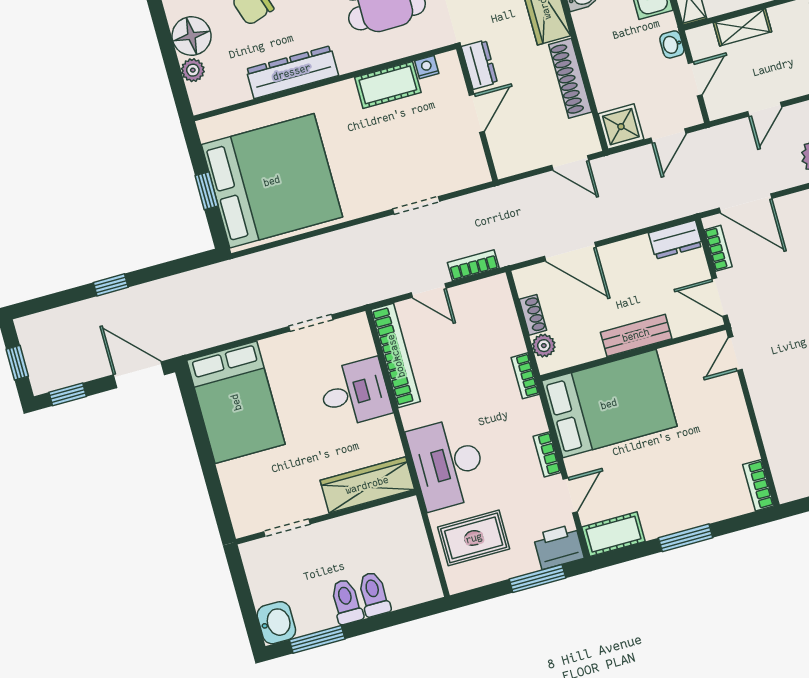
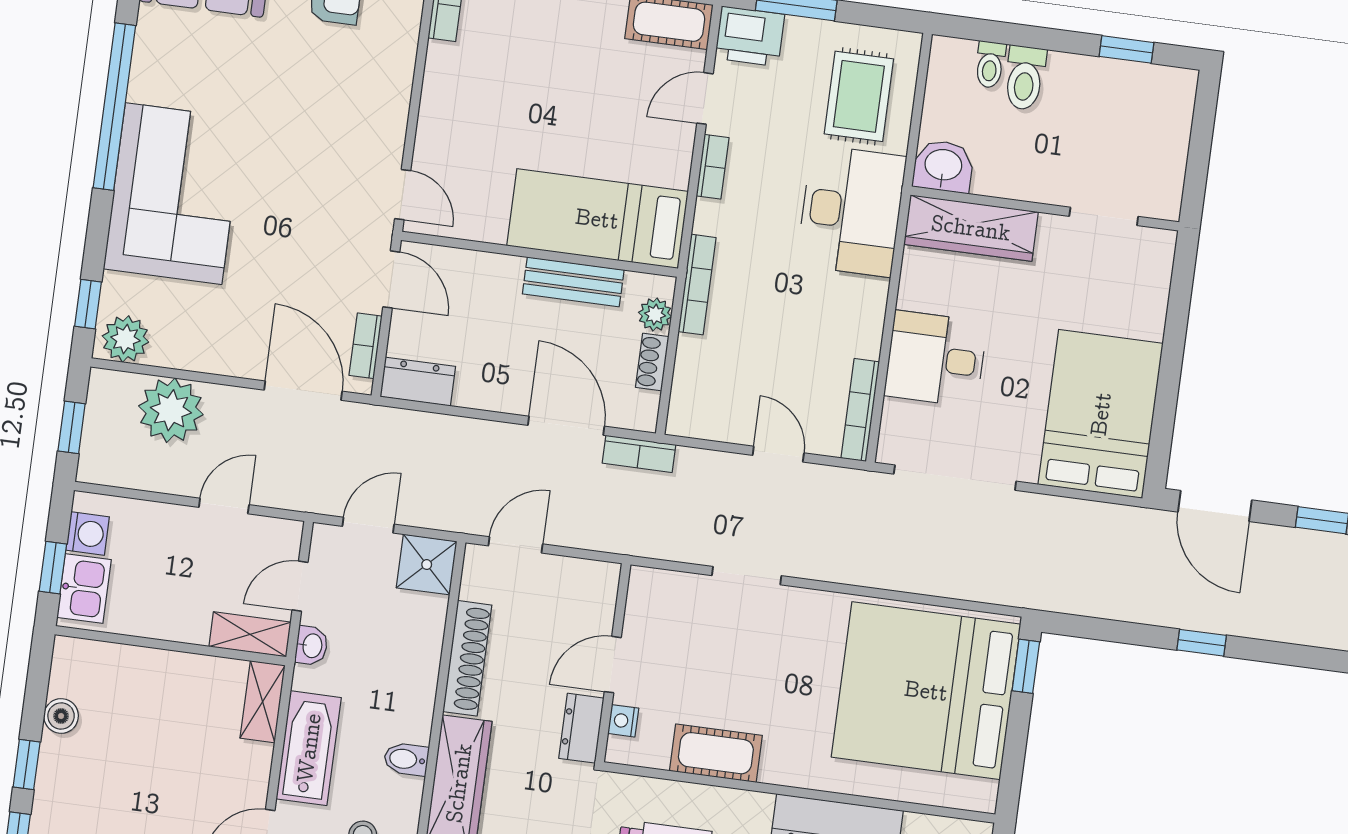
shelving: (743, 27) -> (250, 634), moved
nightstand: (427, 67) -> (623, 721), moved, turned 90
door: (570, 163) -> (515, 545), hinge flipped
window: (207, 191) -> (1026, 666), moved
bookcase: (473, 265) -> (639, 454), moved
doorway: (311, 323) -> (955, 478), width x1.87
bench: (636, 335) -> (573, 282), moved
door: (735, 354) -> (403, 195), hinge flipped
bookcase: (396, 356) -> (860, 410), width x0.68, depth x0.76
bookcase: (525, 376) -> (697, 285), width x1.56
bed: (609, 404) -> (597, 219), width x0.67
rug: (474, 538) -> (859, 96), turned 90
toilet: (346, 602) -> (990, 65), moved, width x0.73, depth x0.72
washbasin: (276, 623) -> (943, 166), moved, turned 90
window: (317, 639) -> (1127, 49), width x0.67

